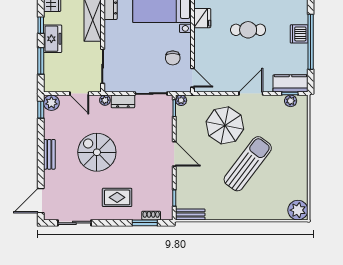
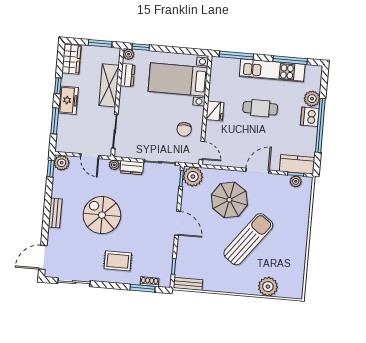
plant: (300, 15) -> (312, 99), added
fridge: (202, 18) -> (215, 111), moved
plant: (181, 100) -> (193, 177), width x1.88, depth x1.88
plant: (298, 210) -> (268, 287), moved

